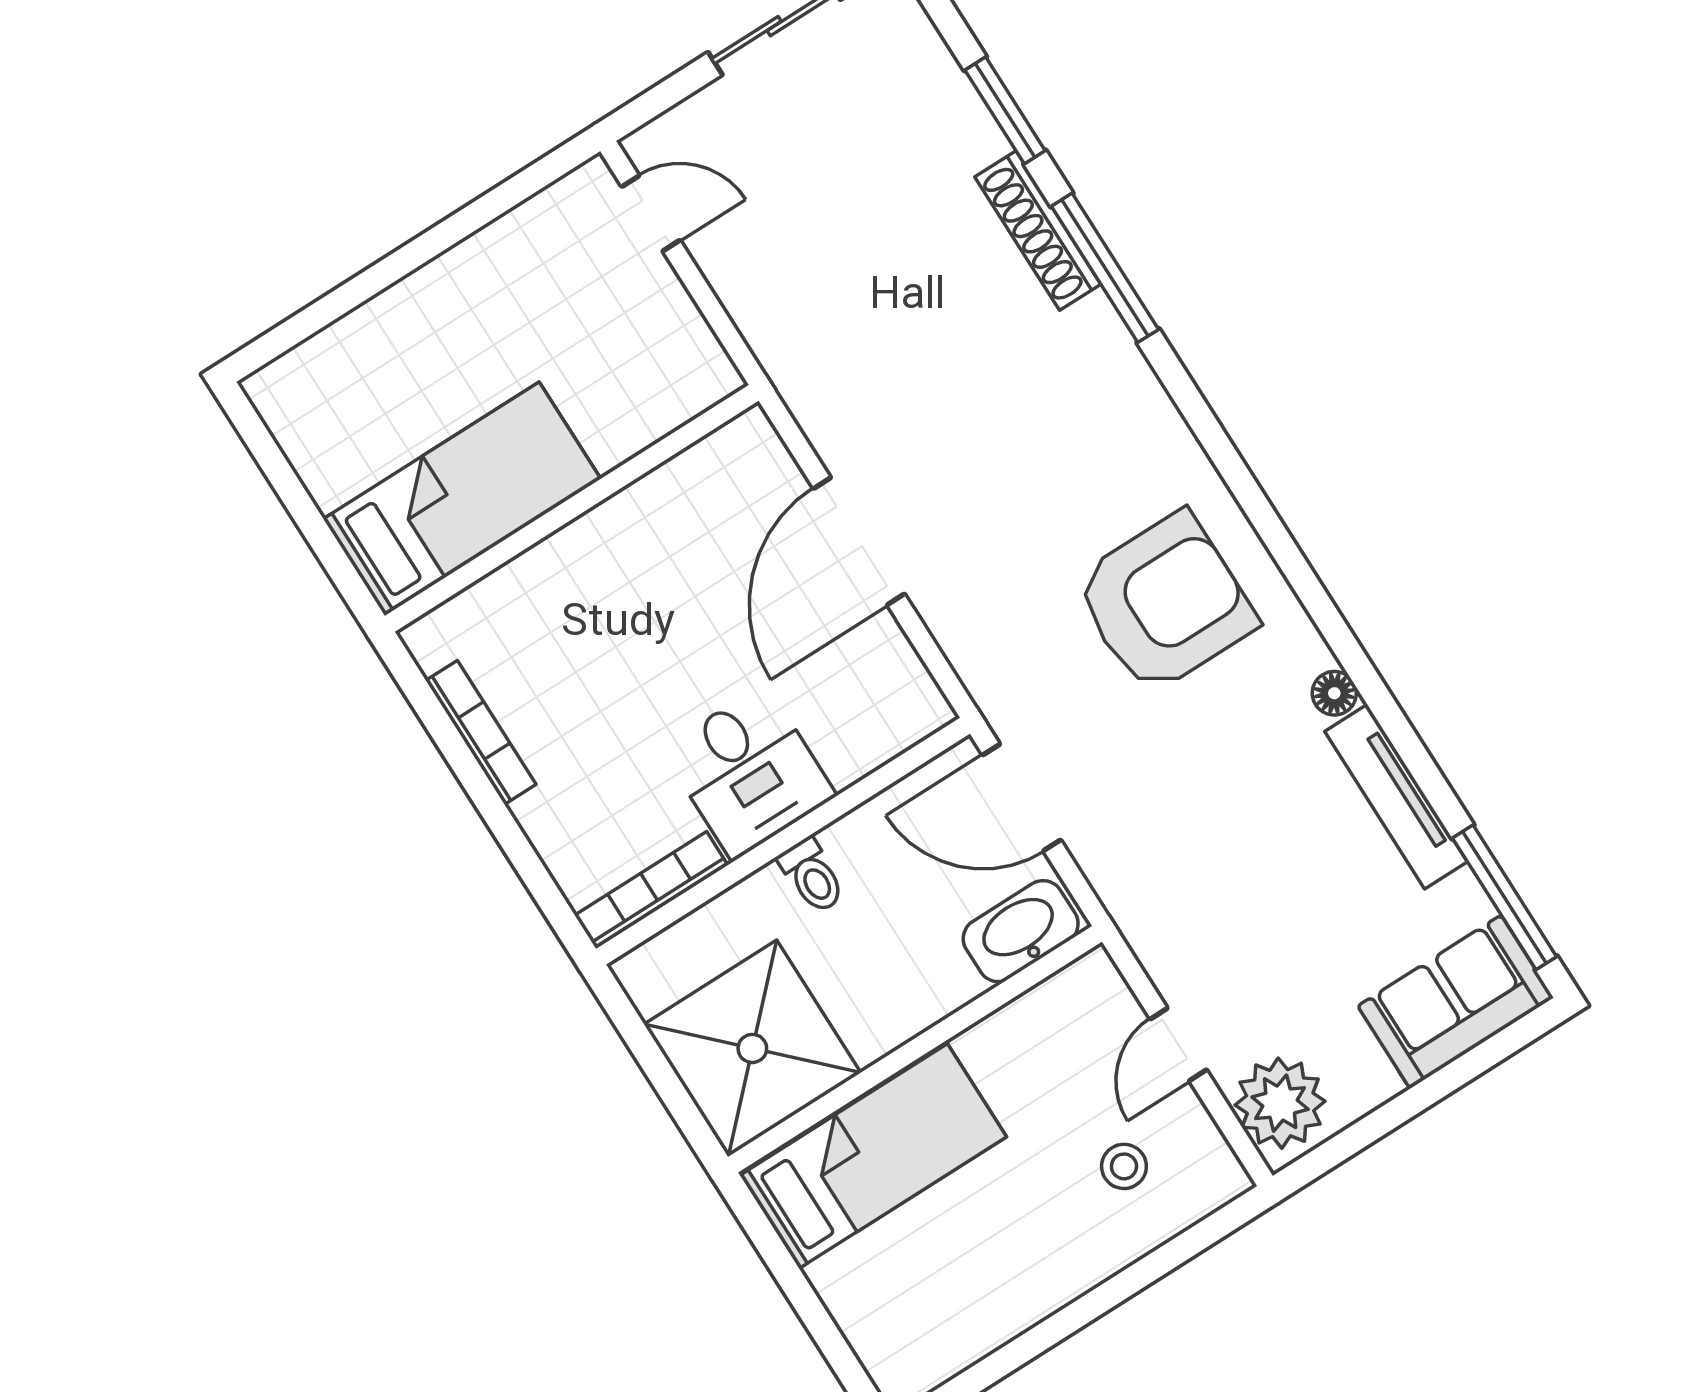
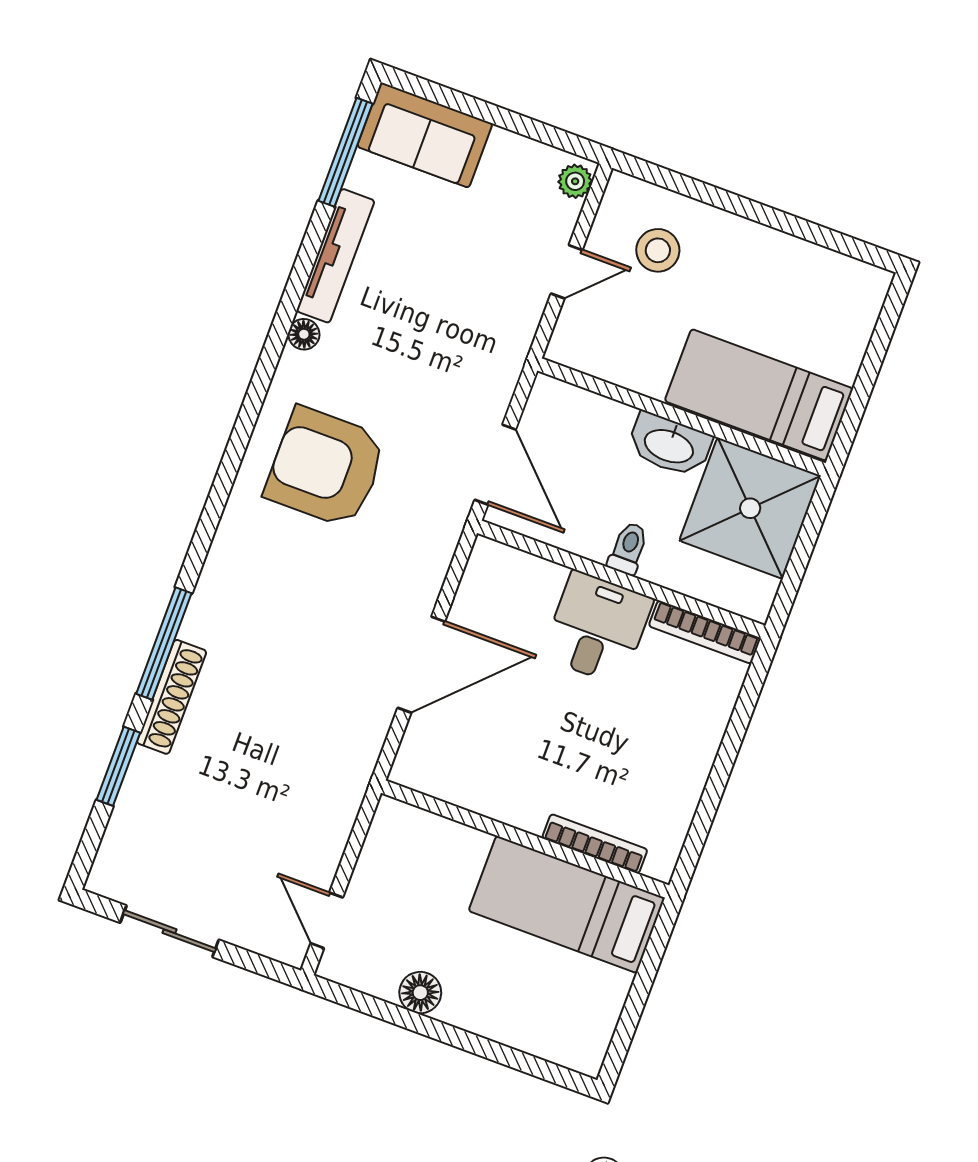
floor lamp: (488, 257) -> (420, 993), added
bookcase: (481, 732) -> (595, 844), moved, turned 90
washbasin: (1021, 931) -> (669, 445), moved
plant: (1280, 1103) -> (575, 181), width x0.53, depth x0.53
stool: (1124, 1166) -> (658, 250), width x1.37, depth x1.37

